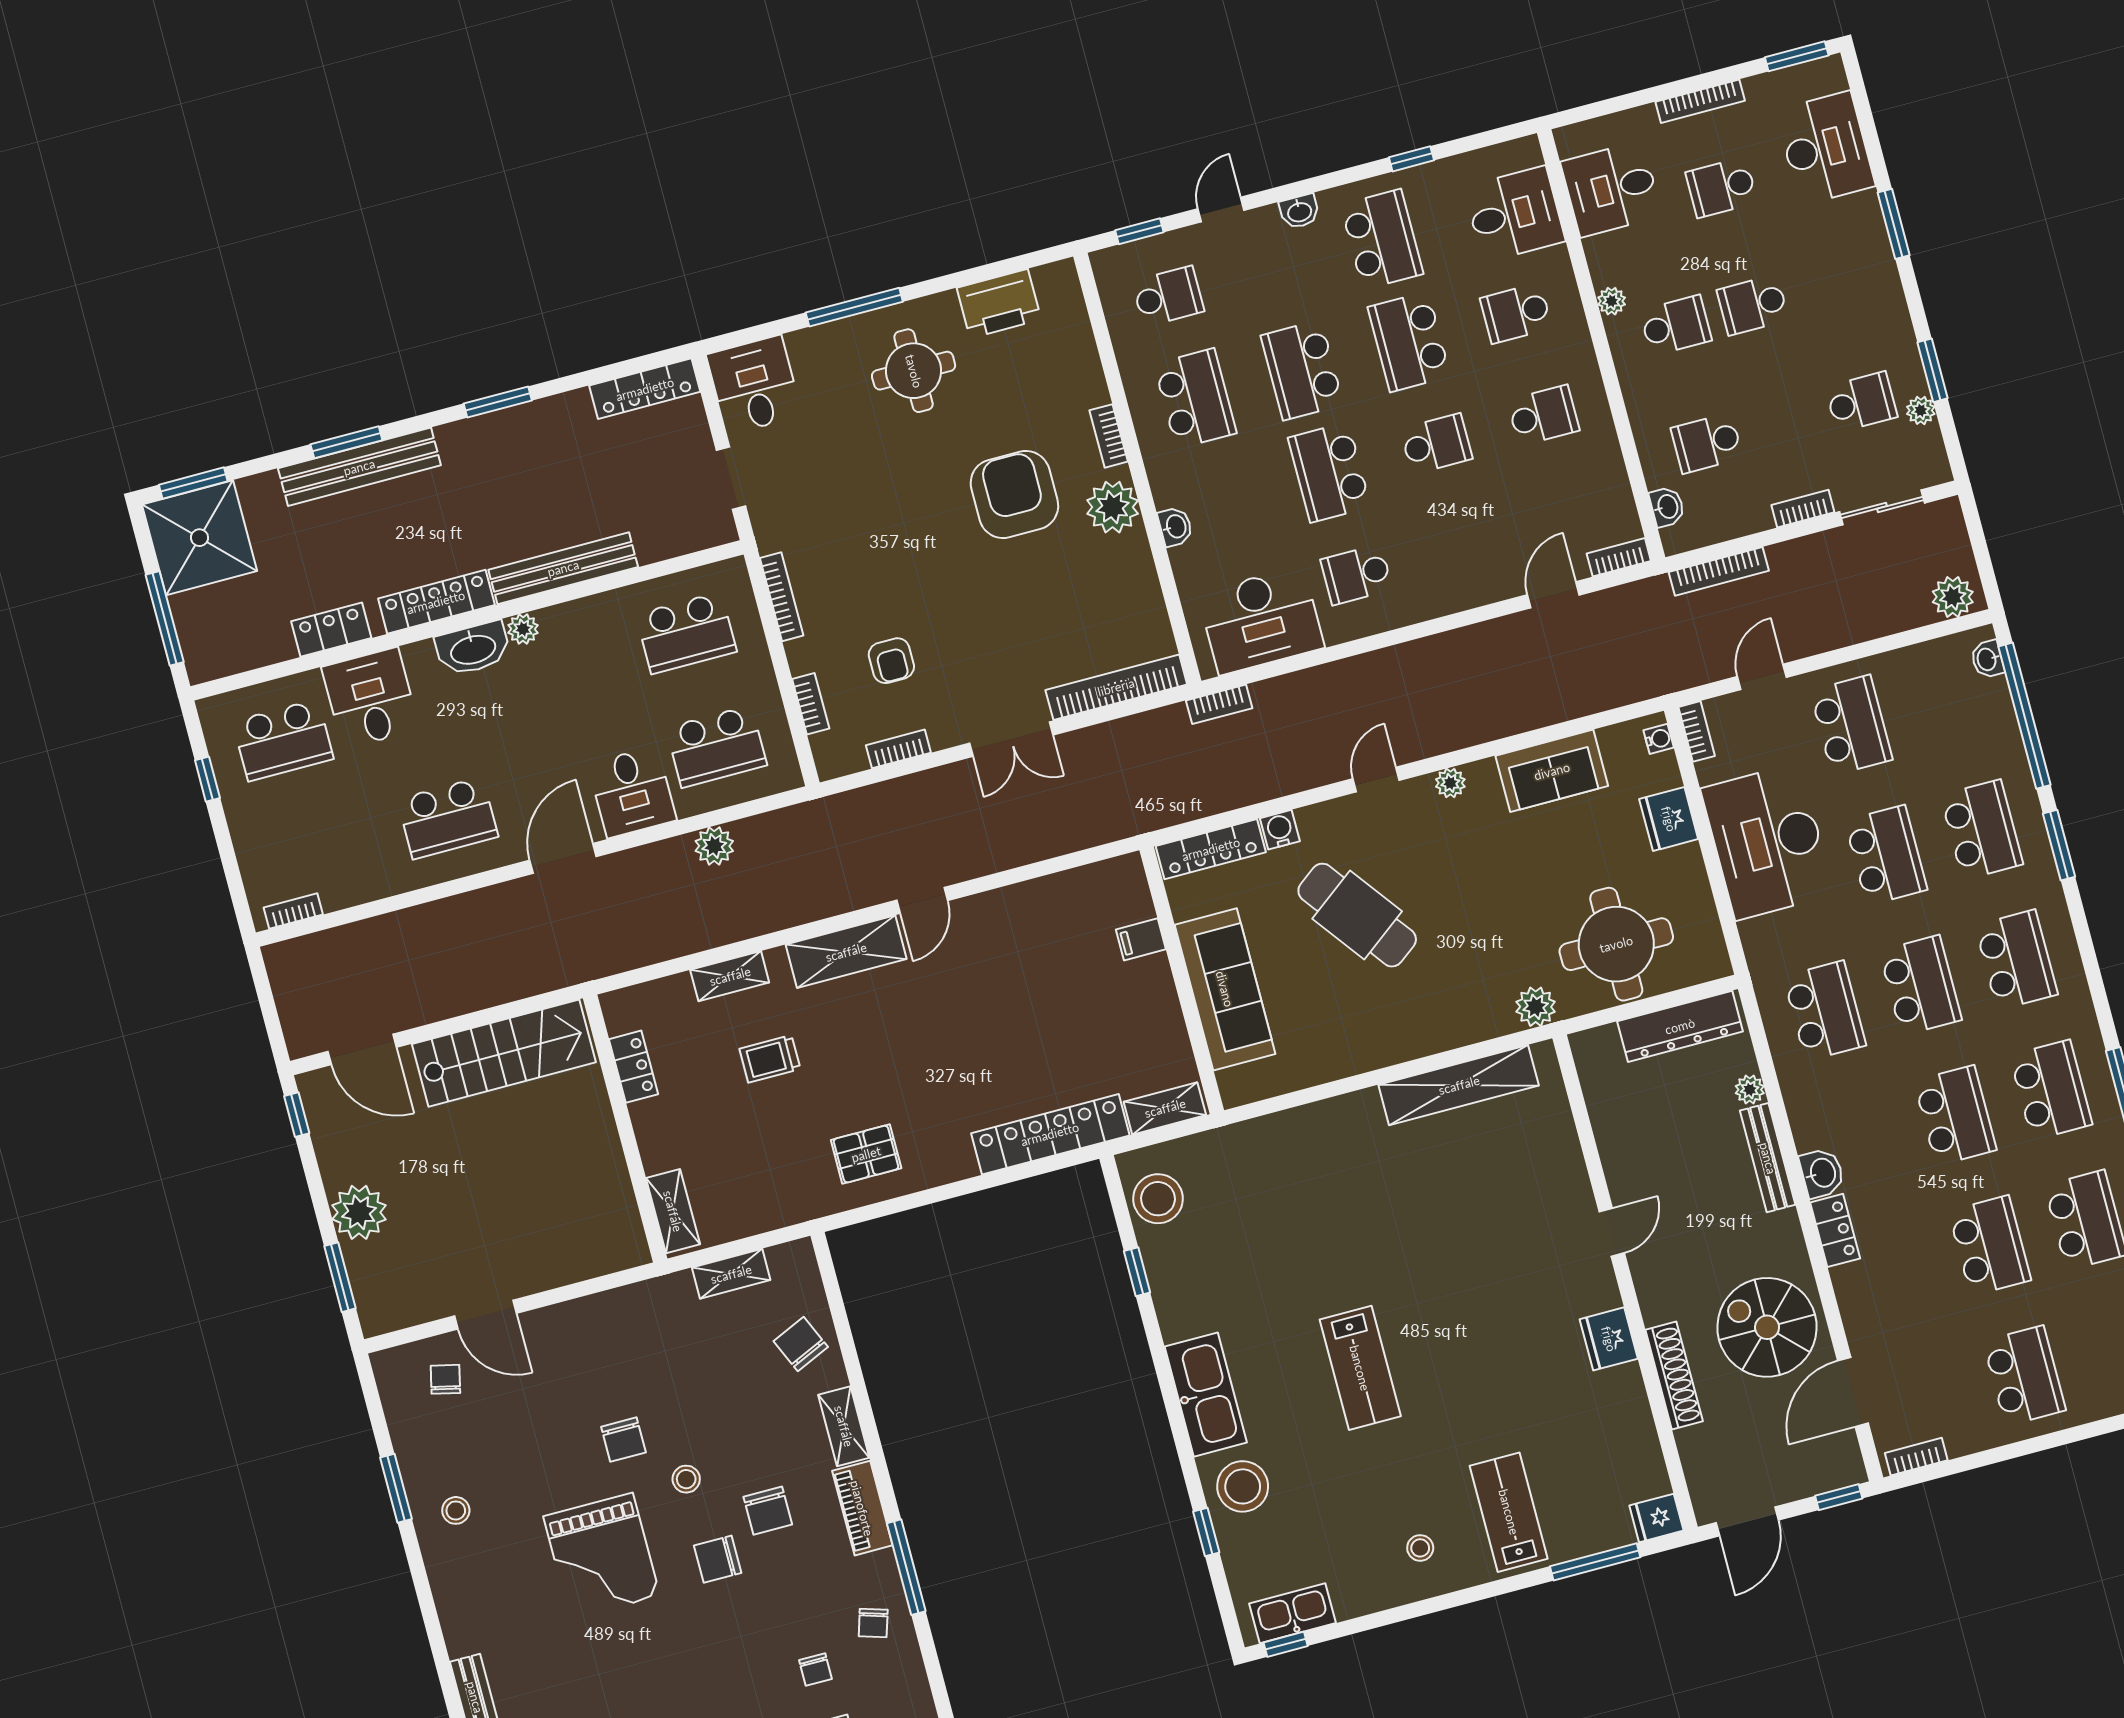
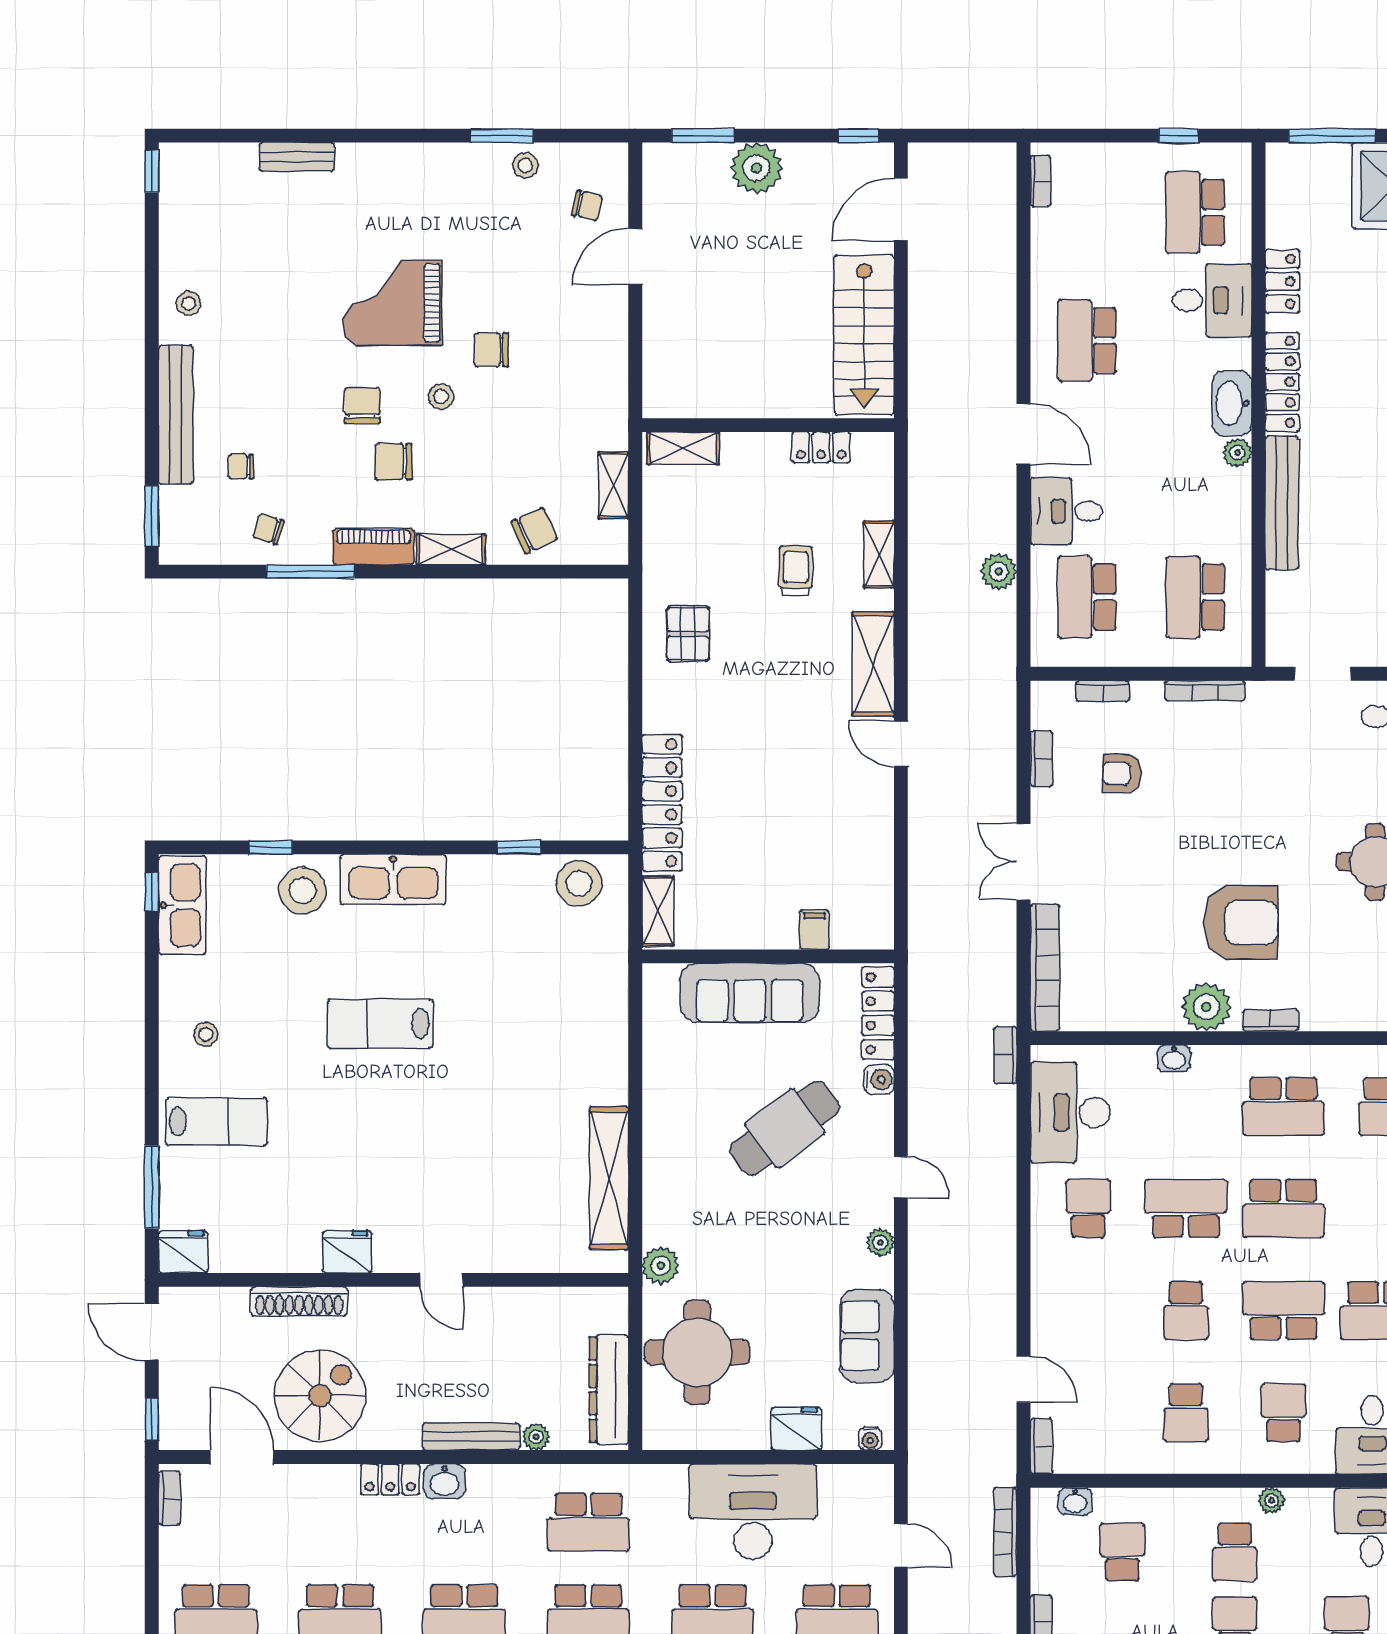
school desk: (1302, 370) -> (1283, 1208), turned 180
bookcase: (1697, 731) -> (868, 1474), removed
stool: (456, 1510) -> (525, 166), moved
fridge: (1656, 1518) -> (183, 1252), width x1.38
kitchen sink: (1293, 1613) -> (182, 905), width x1.36, depth x1.24

